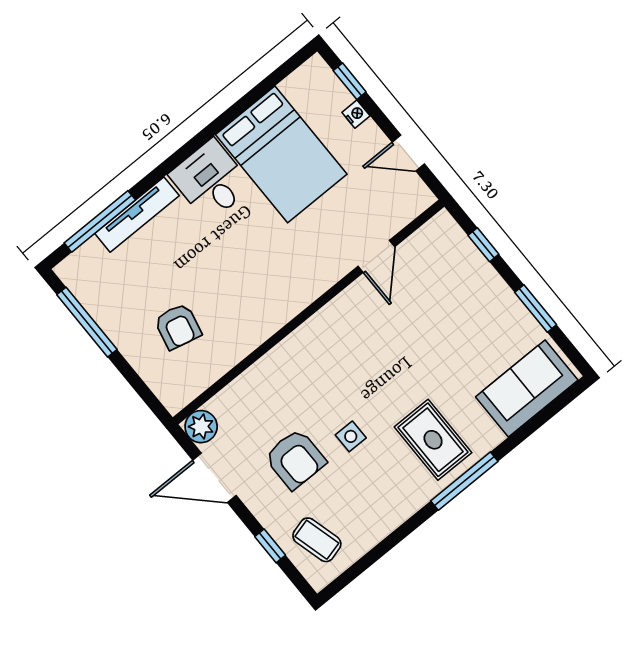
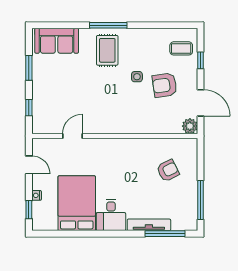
armchair: (178, 326) -> (168, 171), turned 50
armchair: (295, 459) -> (165, 85), turned -98
coffee table: (317, 540) -> (181, 48), turned -75

